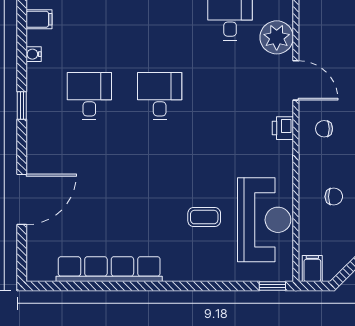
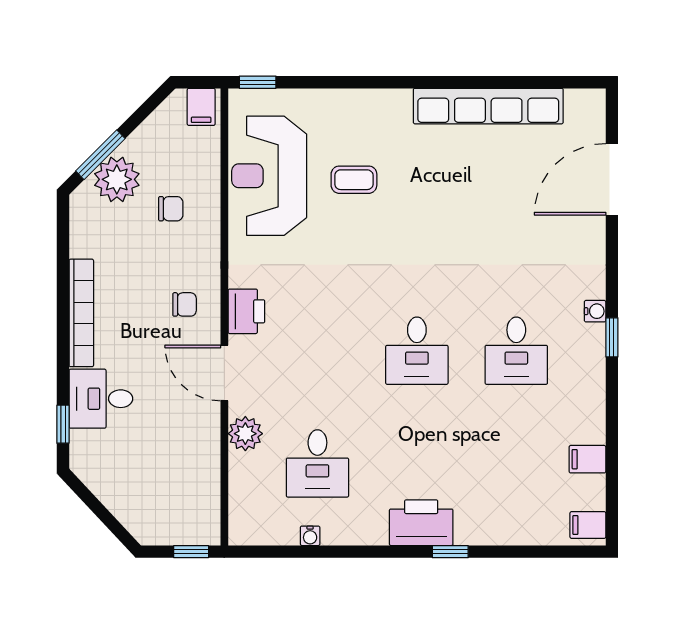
plant: (277, 37) -> (245, 434), width x0.73, depth x0.73
water cooler: (34, 54) -> (595, 311), moved
printer: (283, 128) -> (246, 311), width x1.36, depth x1.24
chair: (334, 197) -> (171, 209), turned 180
door: (22, 199) -> (612, 179), moved

